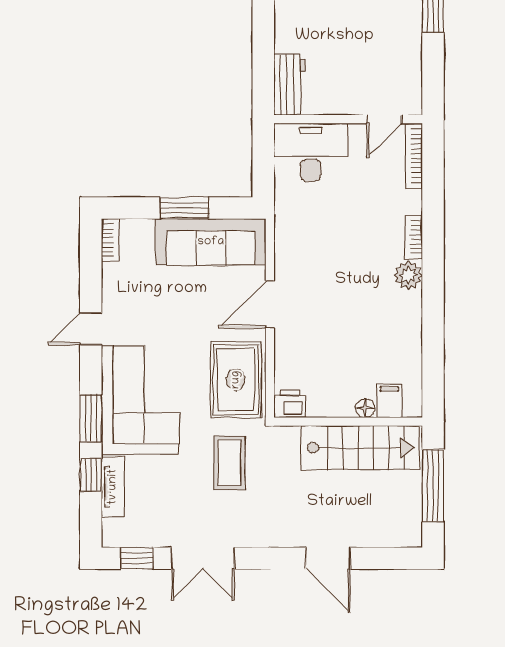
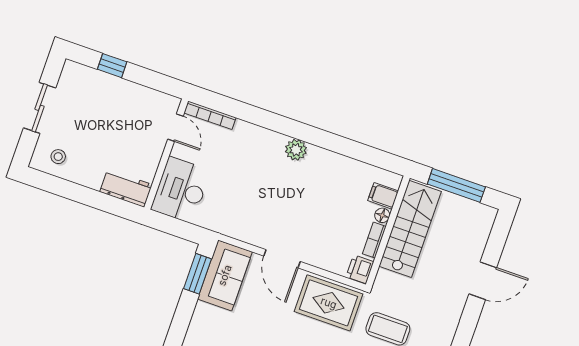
window: (184, 208) -> (198, 274), moved
bookcase: (414, 237) -> (374, 240), moved, turned 90
sofa: (211, 242) -> (225, 275), width x0.73

